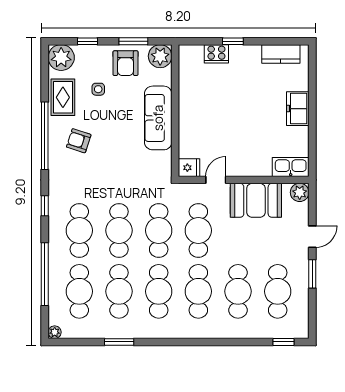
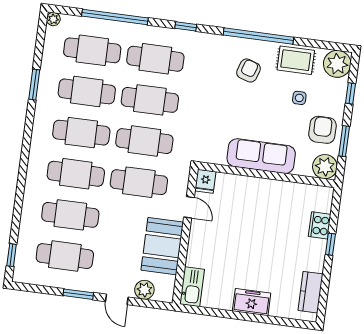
armchair: (126, 63) -> (322, 130), turned 90
plant: (300, 192) -> (144, 290), moved

